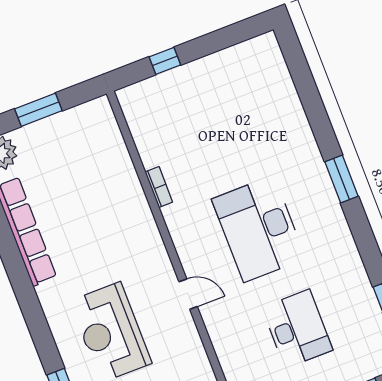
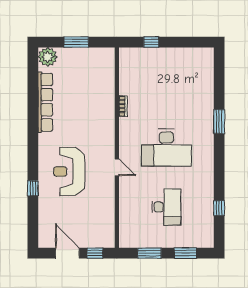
window: (342, 179) -> (219, 122), moved
desk: (259, 229) -> (166, 148), turned -90

